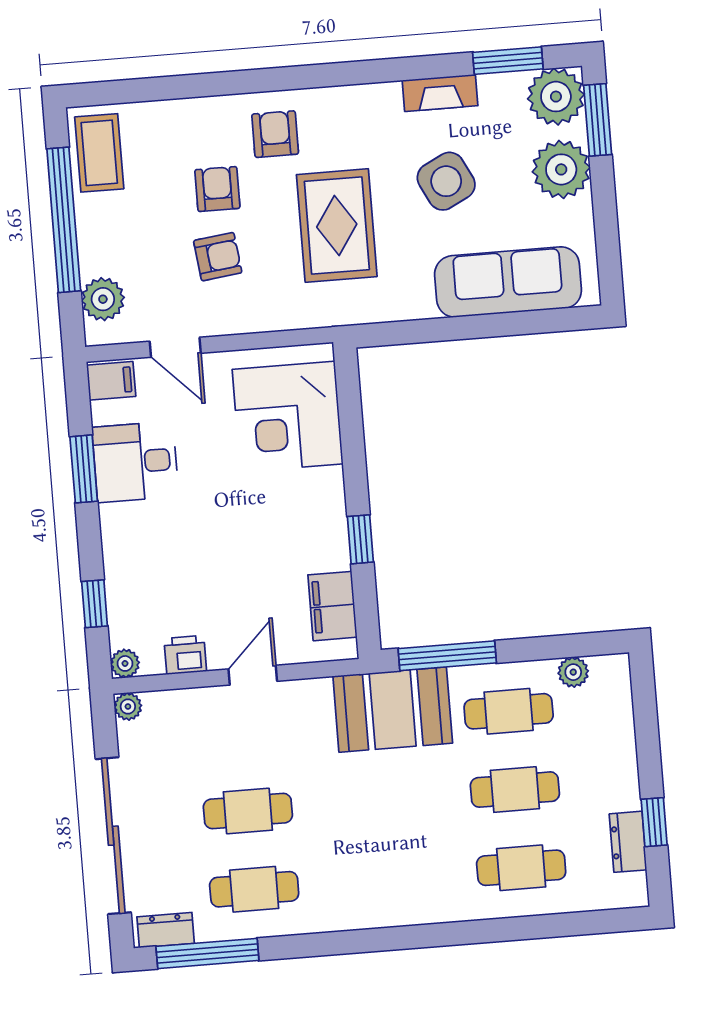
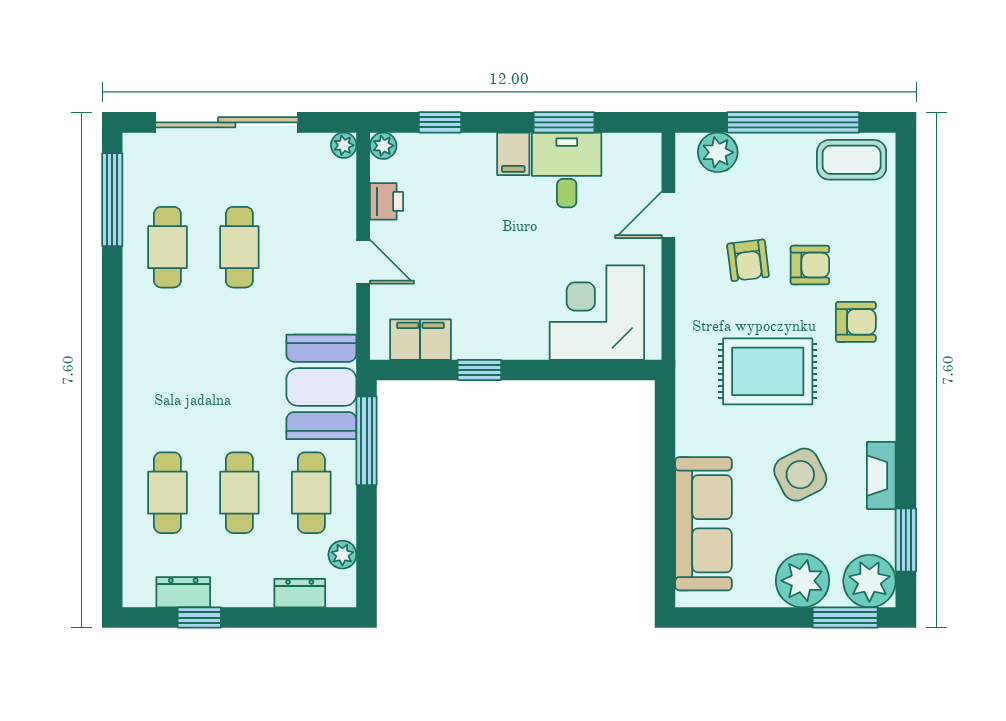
filing cabinet: (111, 381) -> (513, 154), moved
dresser: (166, 930) -> (300, 593), moved, turned -90

